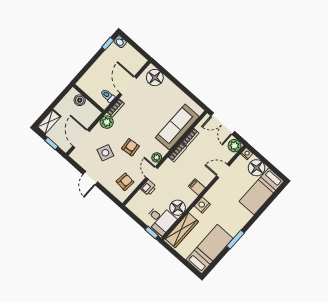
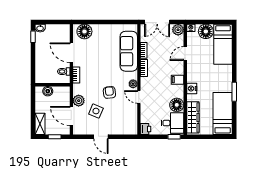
plant: (107, 122) -> (79, 101), moved
armchair: (125, 182) -> (126, 119), removed
printer: (148, 188) -> (145, 129), moved

